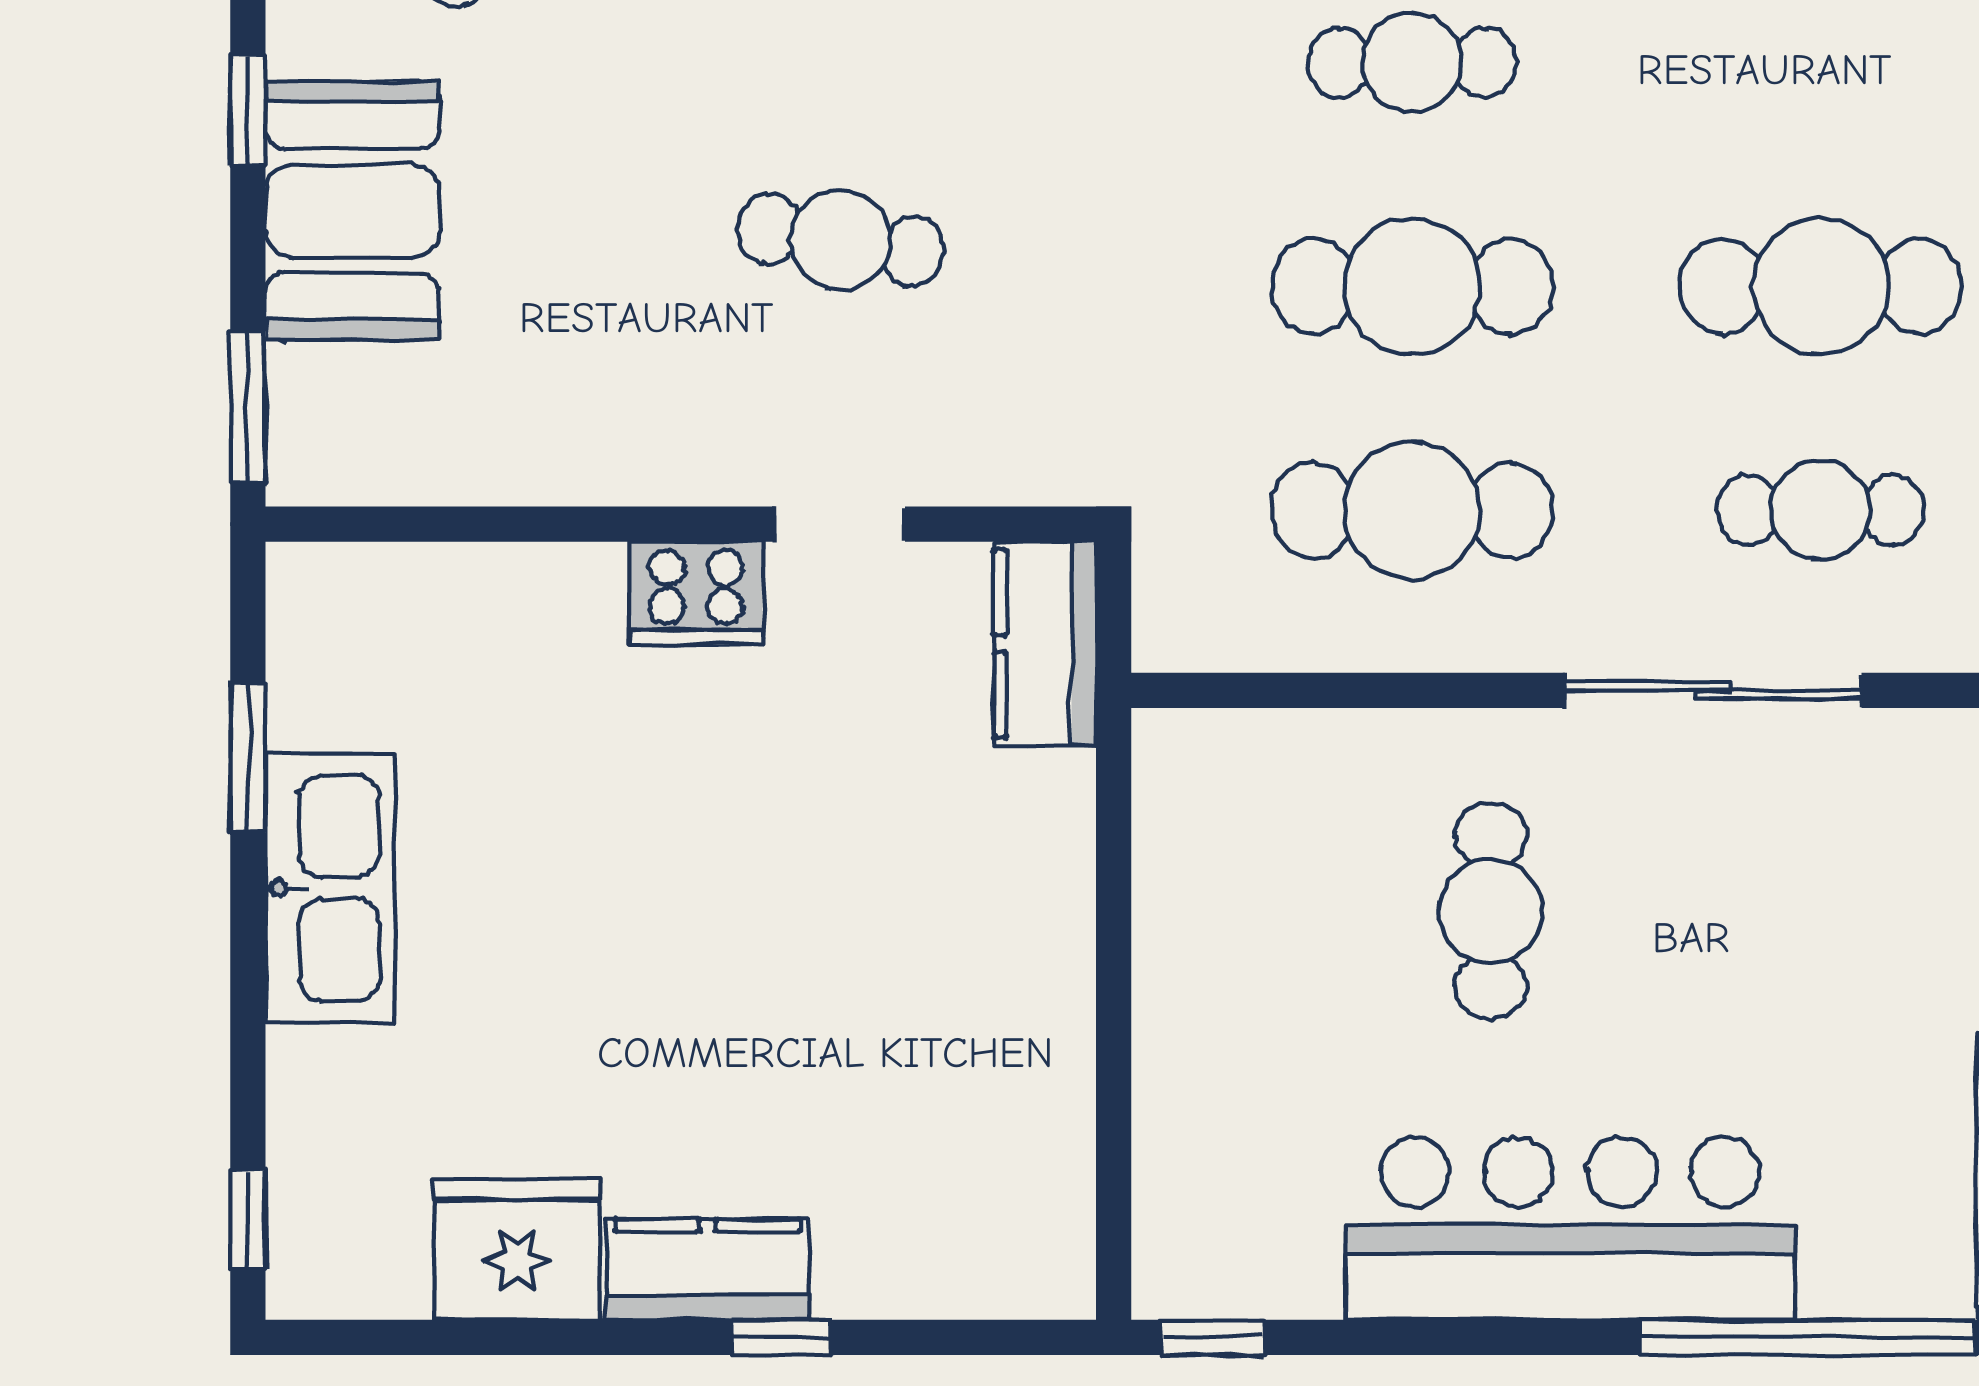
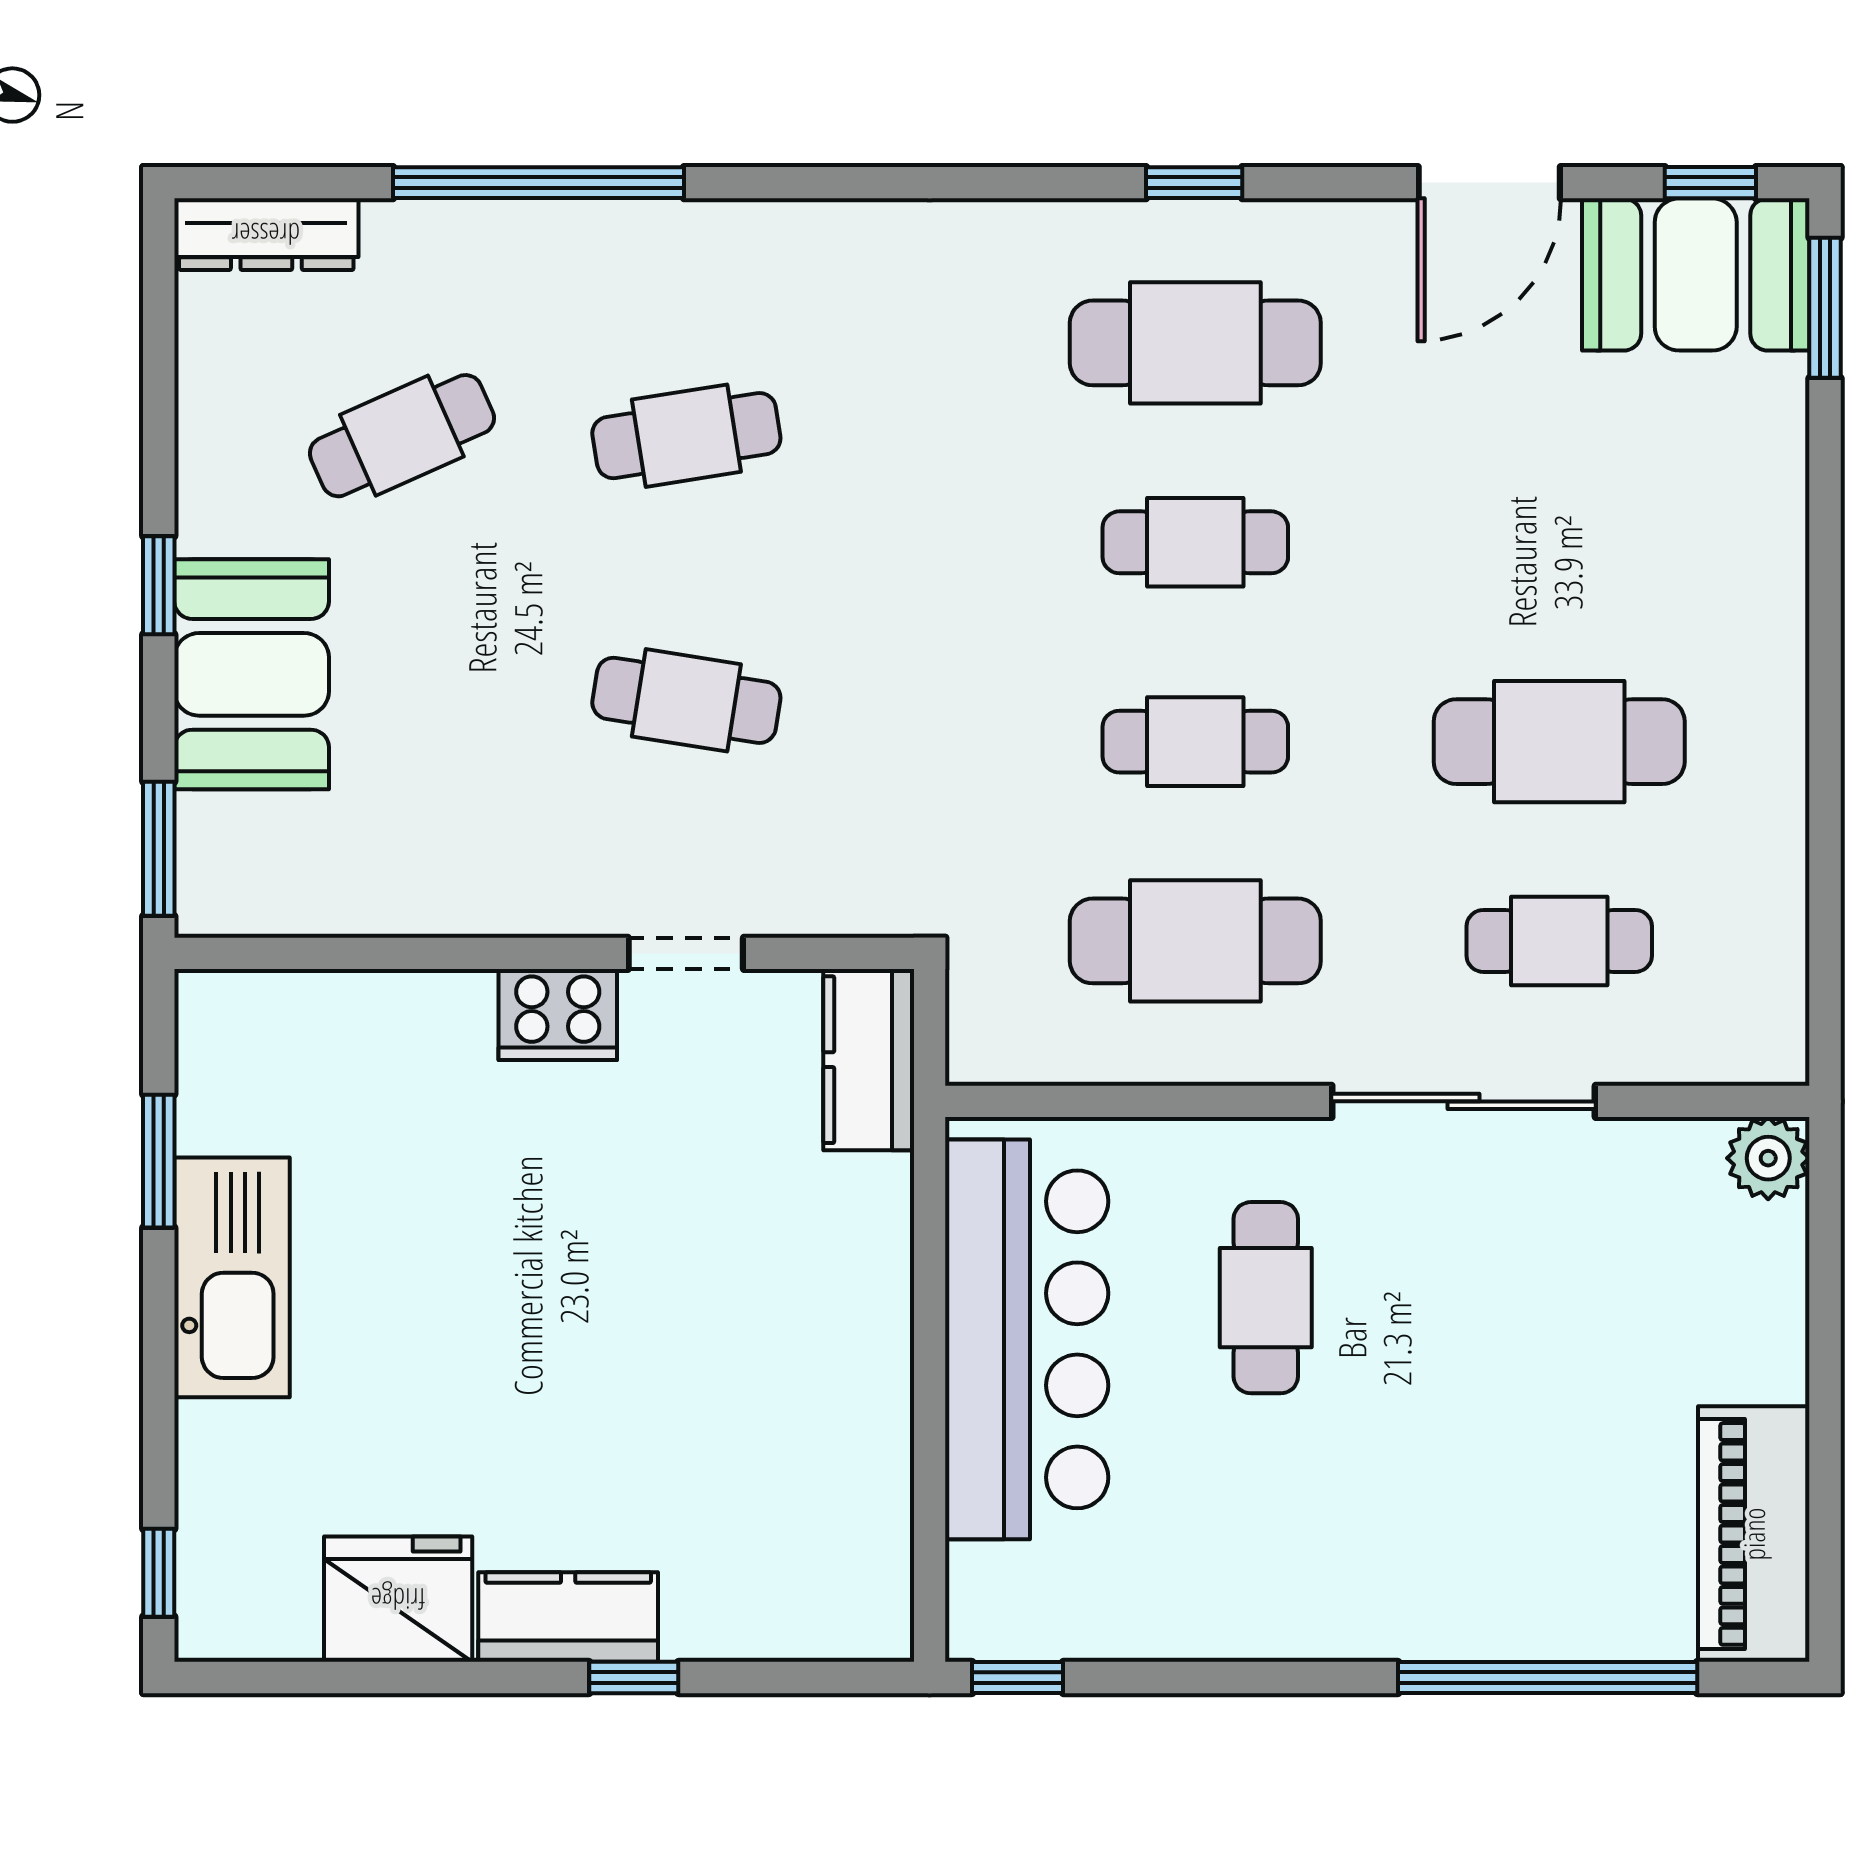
cafe table: (1412, 286) -> (1195, 742), width x0.73, depth x0.74
bar counter: (1570, 1228) -> (1027, 1339), moved, turned 90

